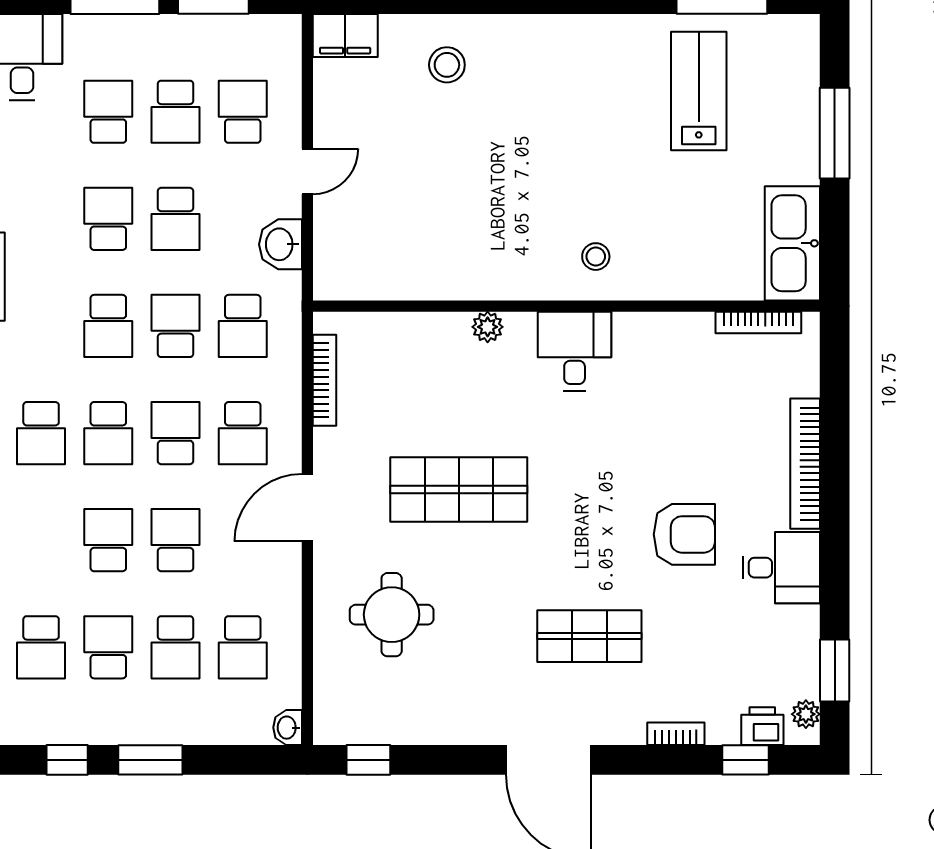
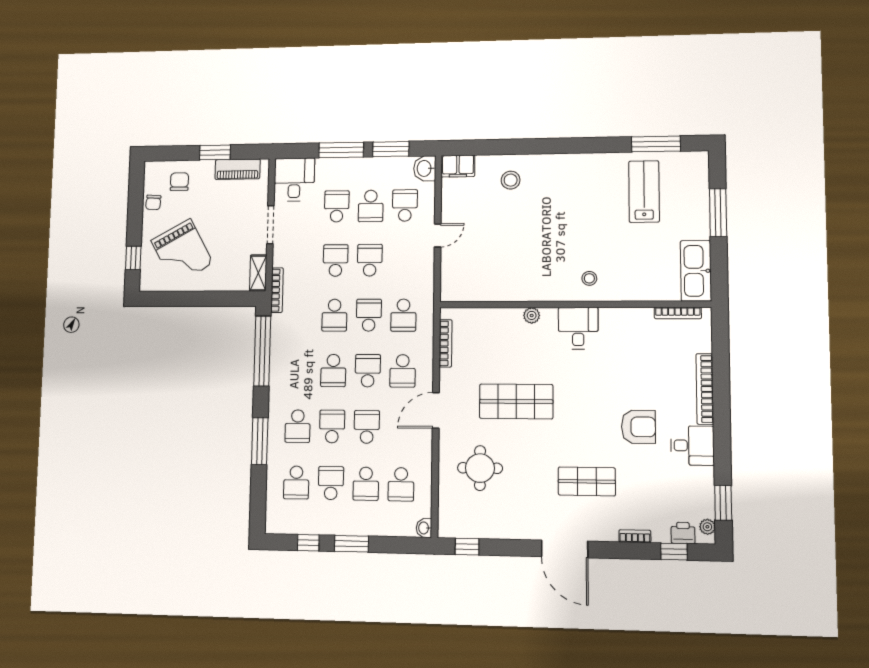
school desk: (176, 219) -> (370, 260), turned 180
washbasin: (280, 244) -> (425, 168), moved
school desk: (41, 433) -> (298, 426), moved

